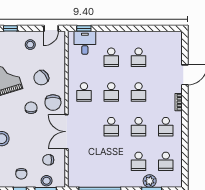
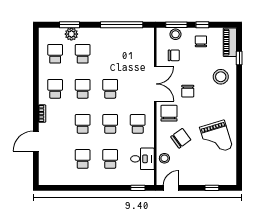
desk: (85, 43) -> (142, 159), moved, turned -90
stool: (30, 45) -> (164, 158), moved
chair: (31, 108) -> (188, 91), moved

